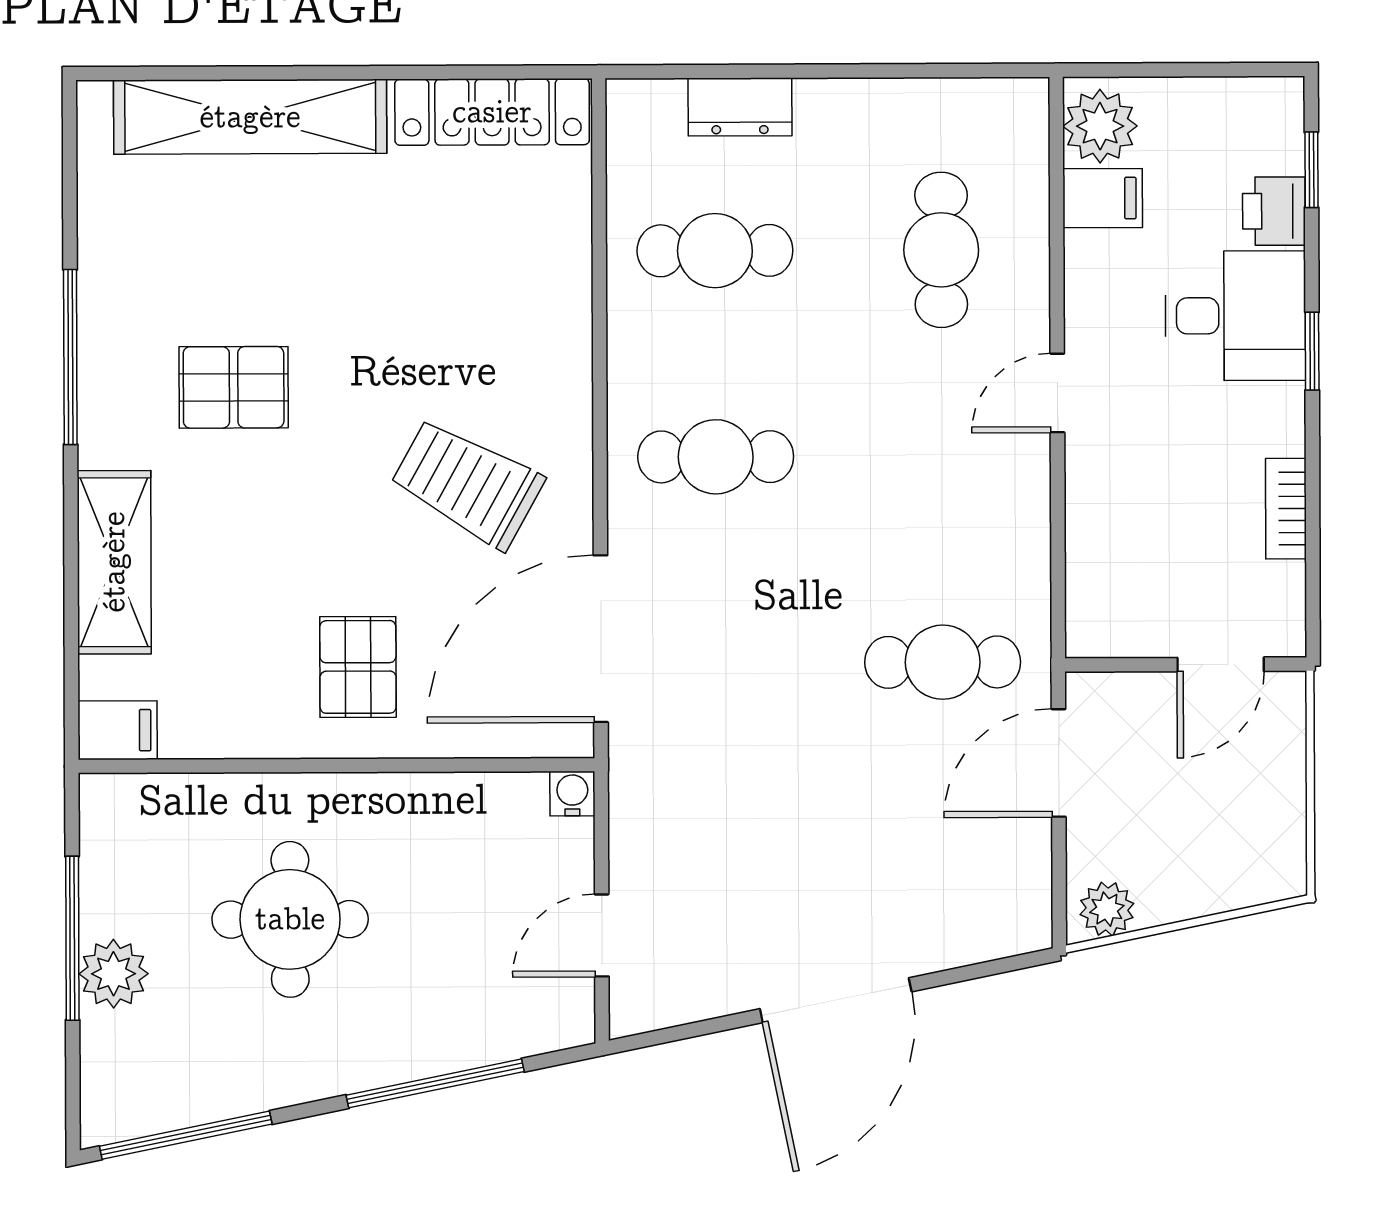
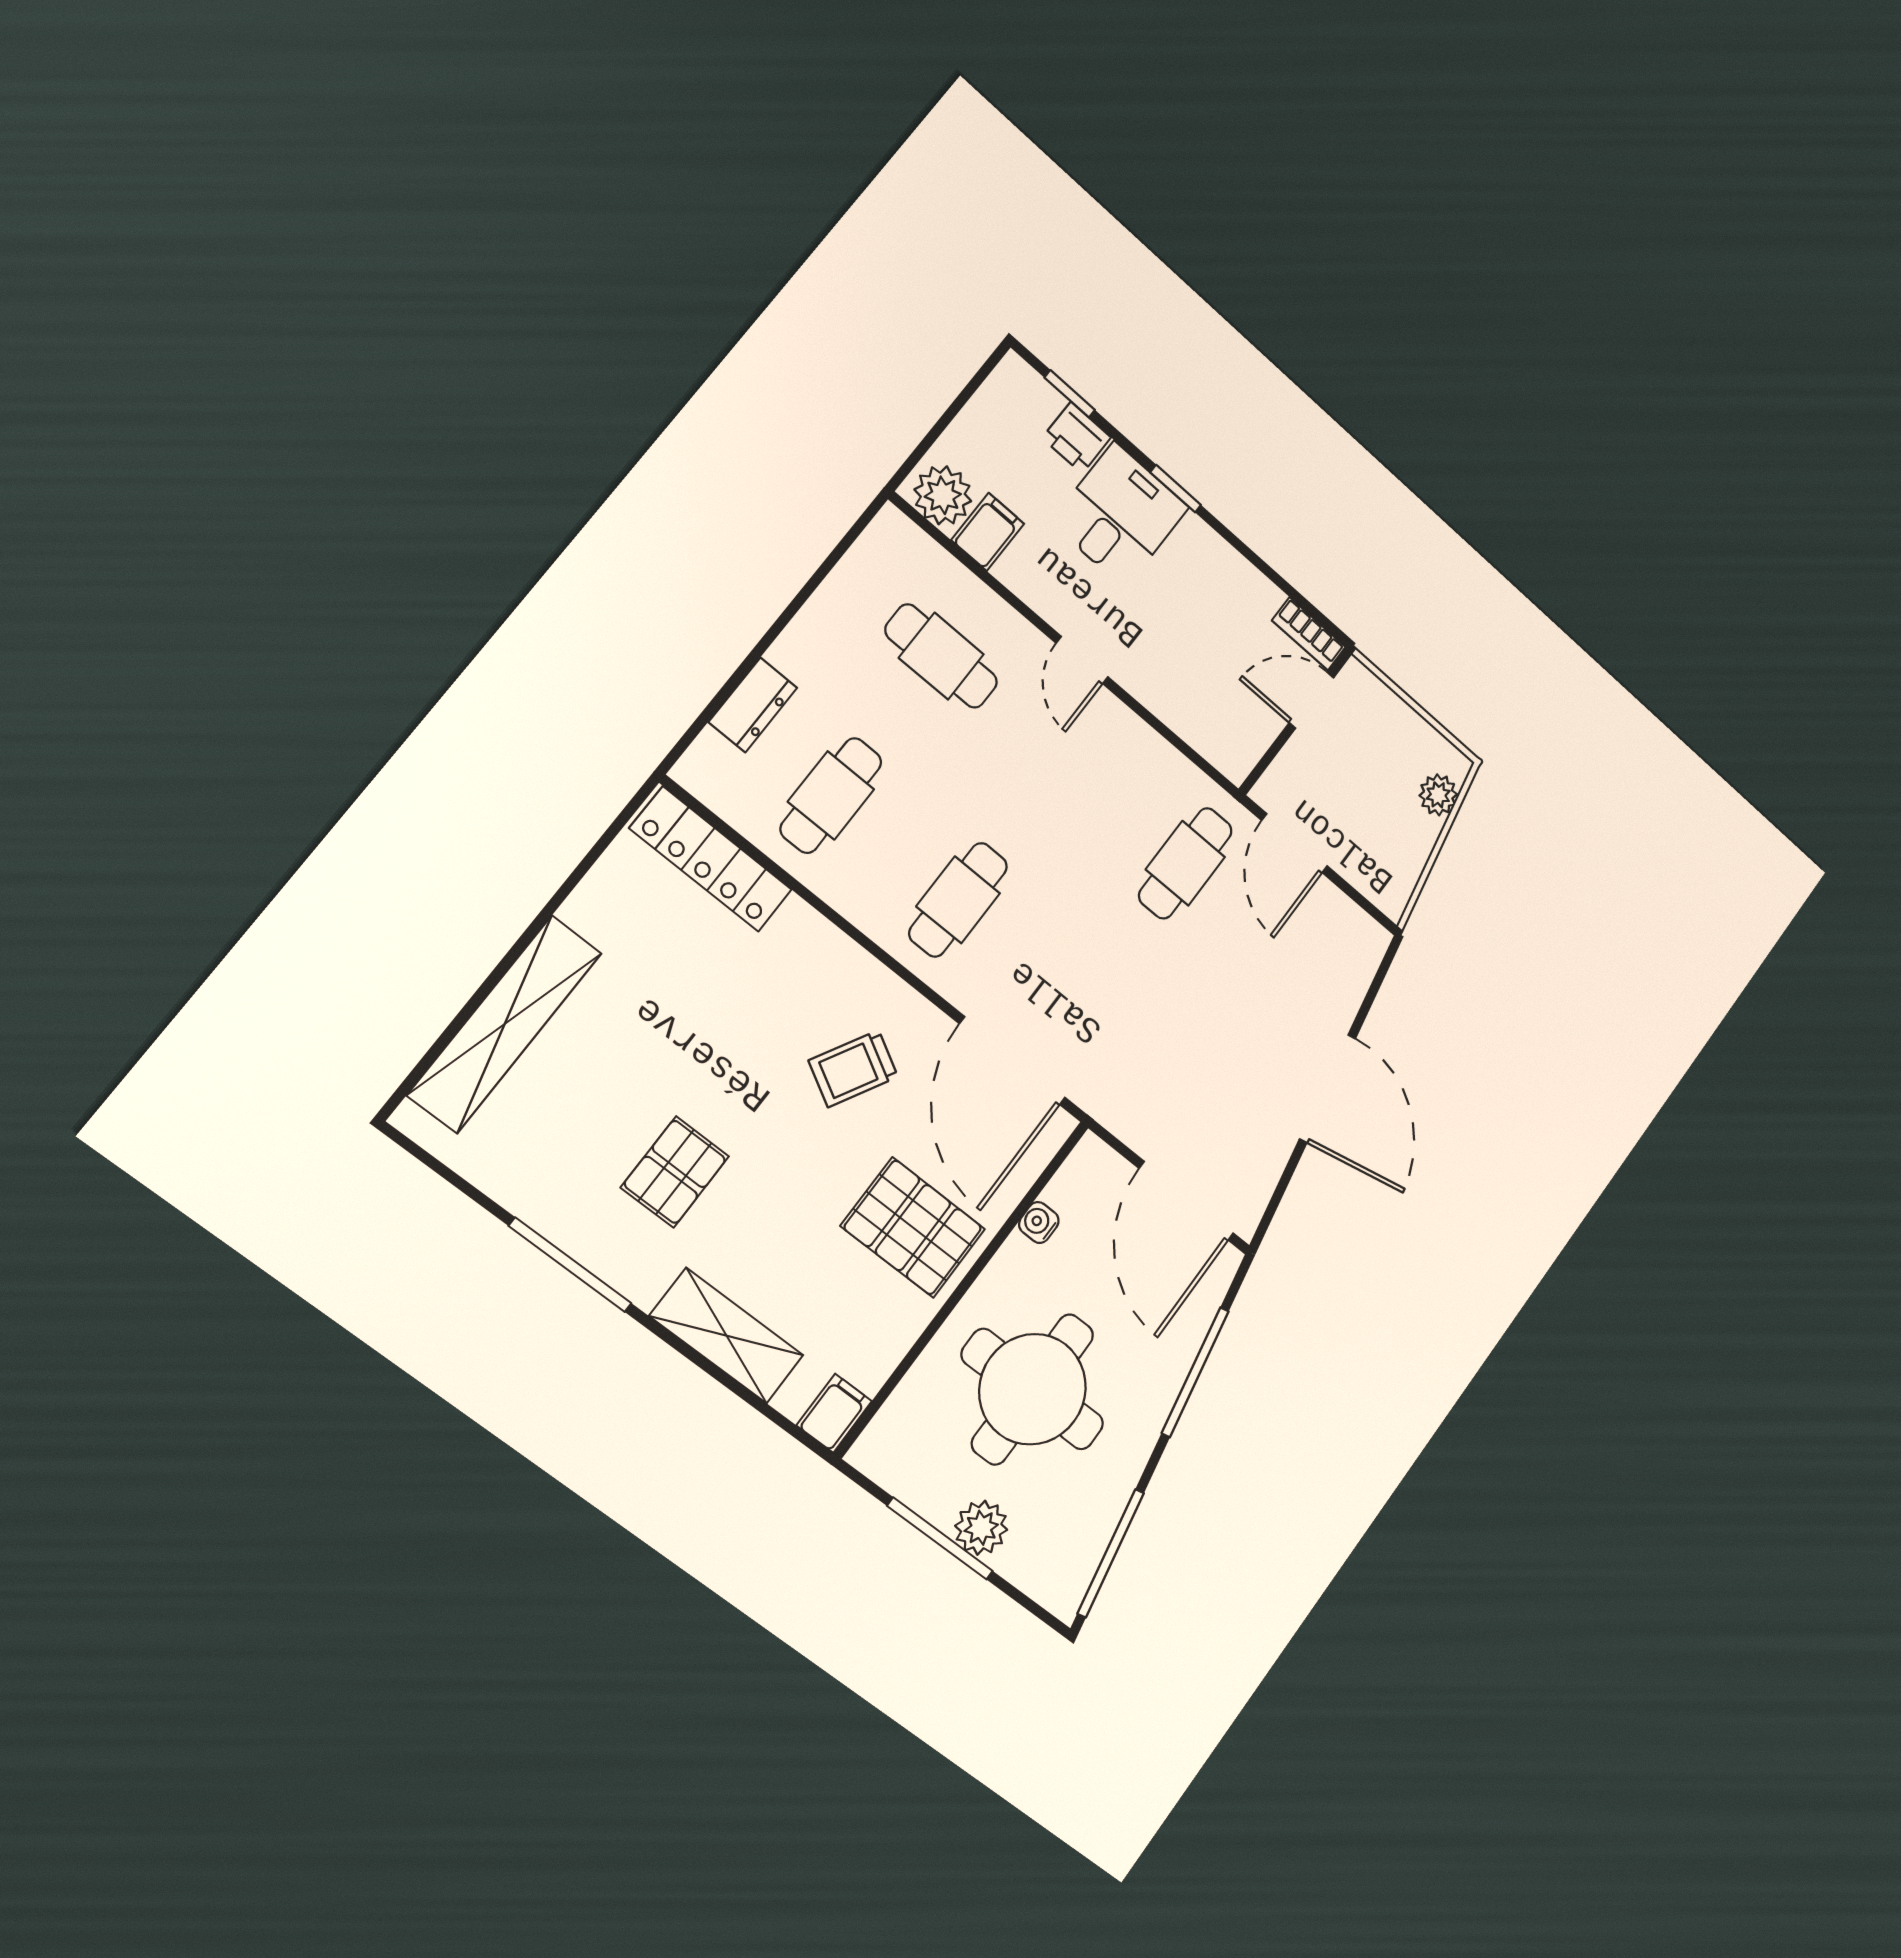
locker: (492, 112) -> (711, 859), moved, turned 90
trolley: (467, 483) -> (853, 1069), width x0.73, depth x0.72
bookcase: (1286, 509) -> (1309, 634), moved
door: (1221, 664) -> (1311, 700), swing flipped
pallet: (358, 667) -> (913, 1228), width x1.50, depth x1.42
water cooler: (572, 794) -> (1039, 1223), moved
plant: (1107, 909) -> (1438, 795), moved
round table: (290, 919) -> (1033, 1389), width x1.36, depth x1.36
door: (602, 935) -> (1186, 1201), width x1.88

